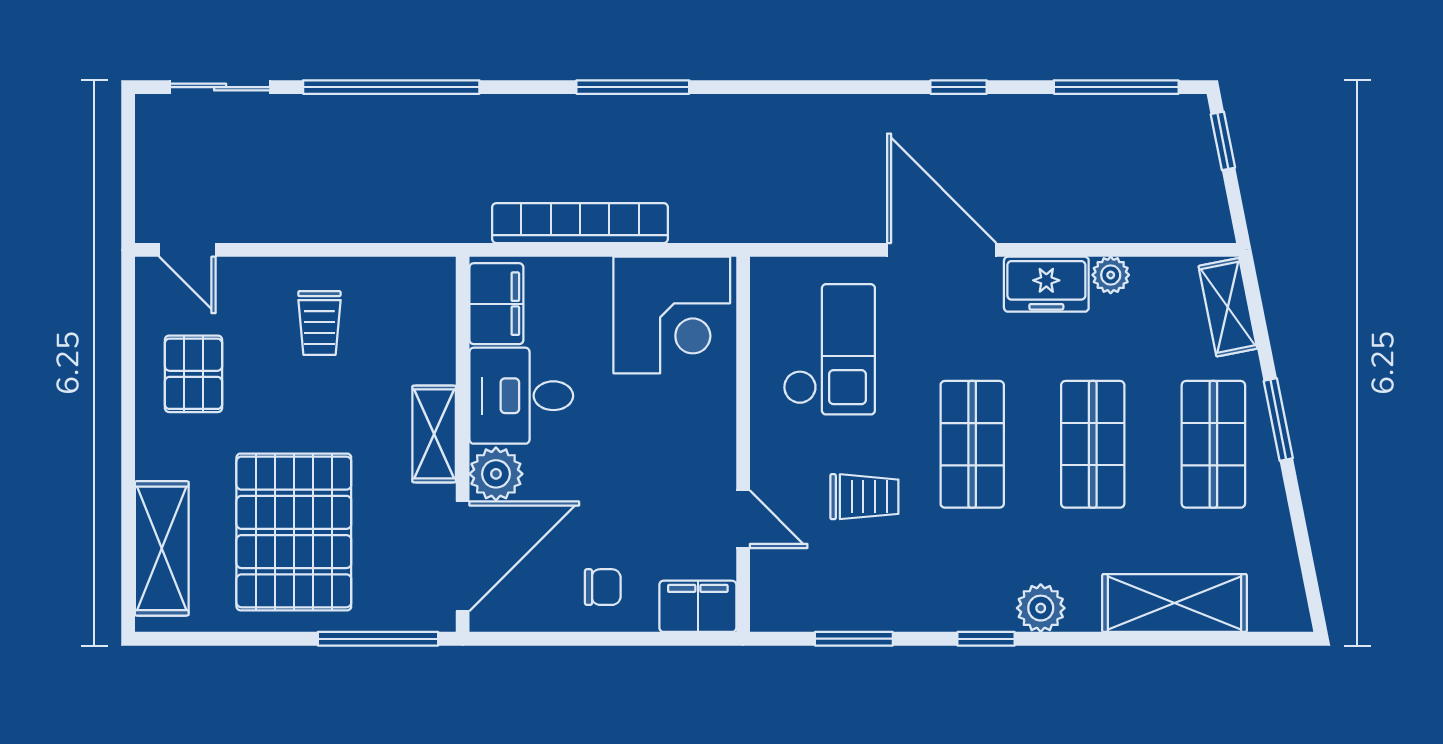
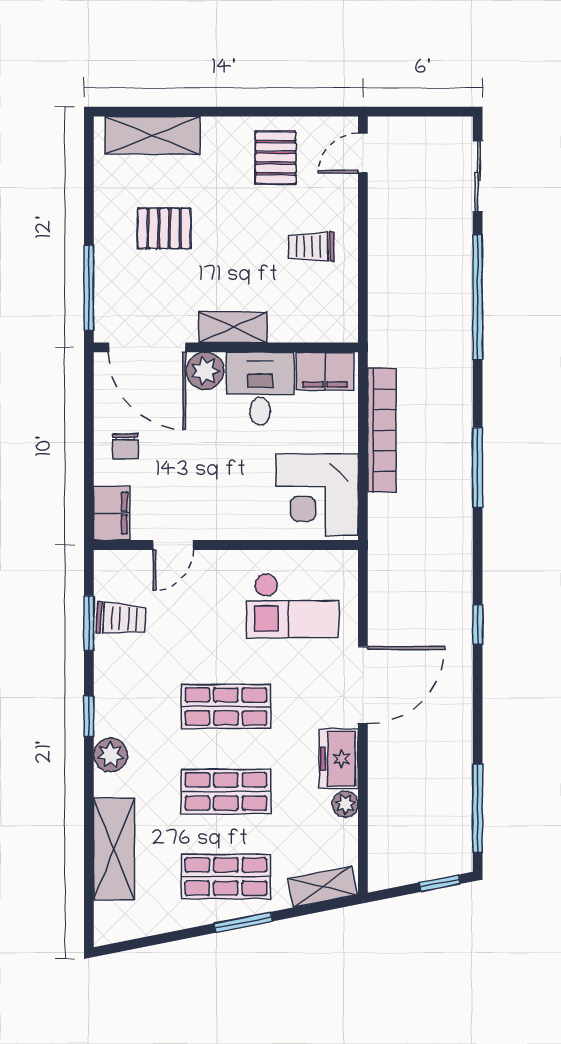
window: (959, 87) -> (478, 625), moved
pallet: (193, 374) -> (276, 158), turned 90
trolley: (864, 497) -> (121, 618), moved, turned -87
pallet: (294, 532) -> (164, 228), width x0.49, depth x0.50

